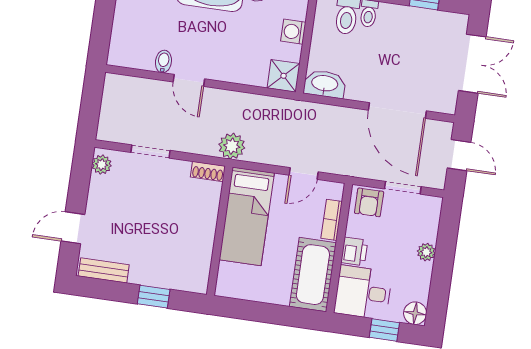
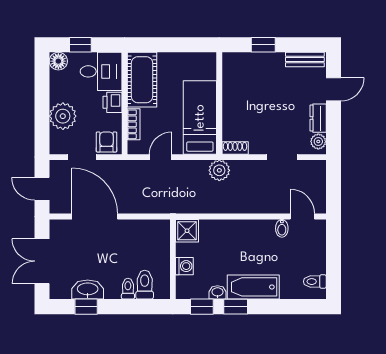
door: (189, 80) -> (302, 217), moved
washbasin: (325, 84) -> (88, 289), moved, turned 180
dresser: (98, 194) -> (318, 118), added
plant: (426, 252) -> (63, 116), width x1.87, depth x1.87

